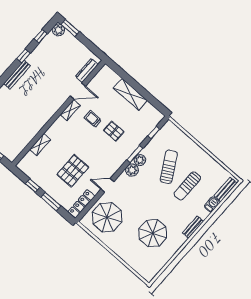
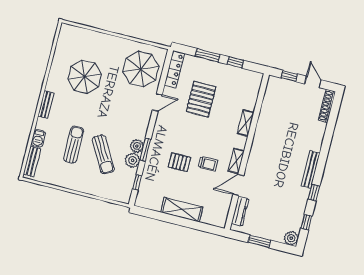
window: (70, 28) -> (259, 241), moved
shelving: (40, 145) -> (246, 123), moved
plant: (132, 170) -> (133, 160), moved

